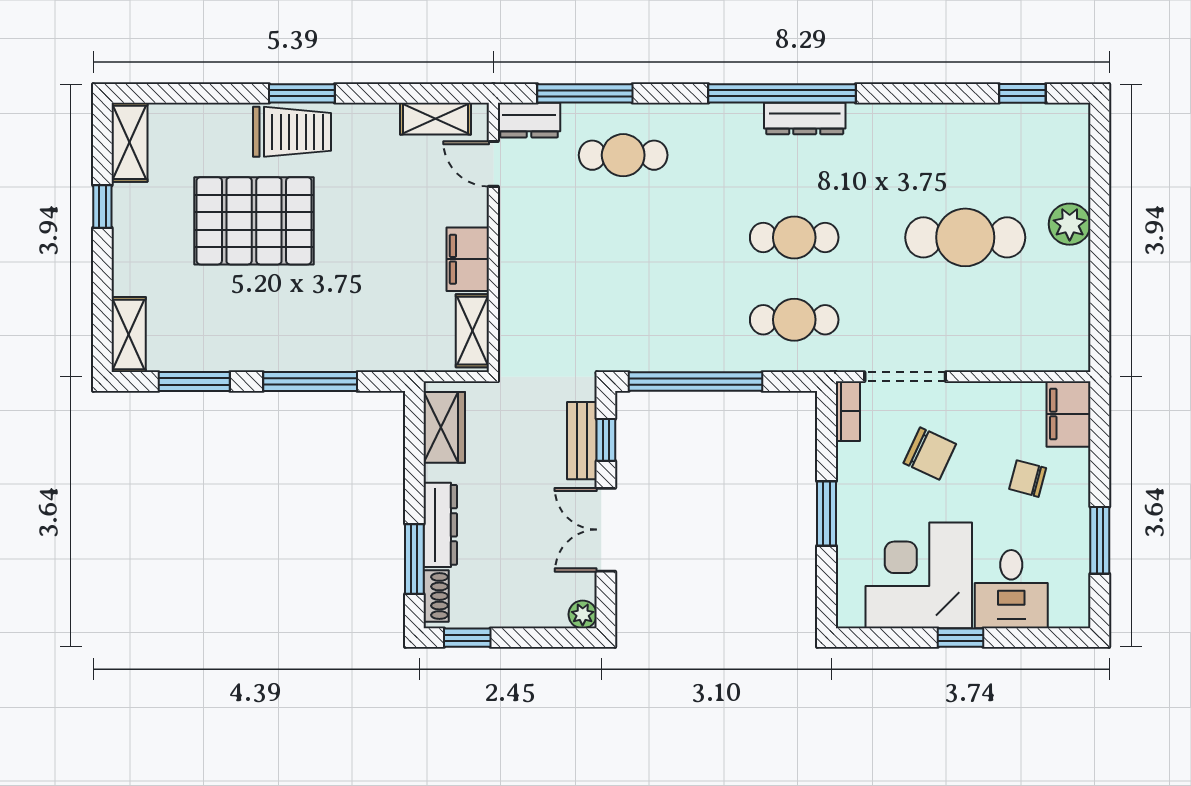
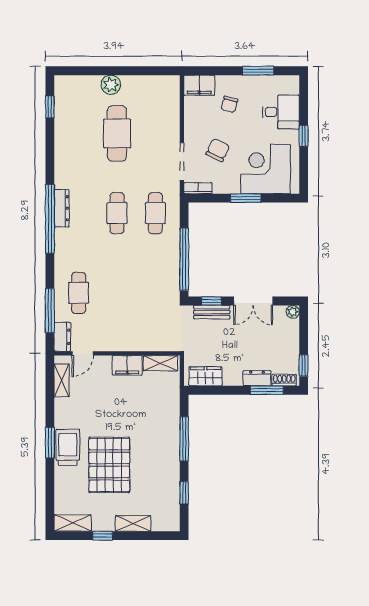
shelving: (129, 334) -> (133, 523), moved
window: (194, 382) -> (184, 493), width x0.67
dresser: (440, 525) -> (257, 378), width x0.70
corner desk: (919, 575) -> (266, 169), moved, turned 90

